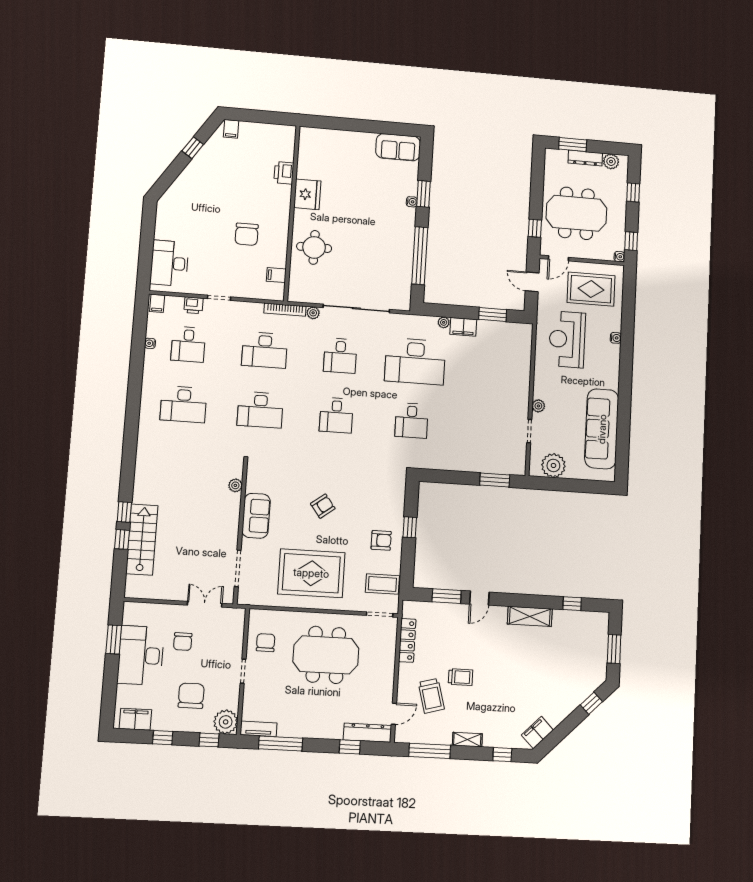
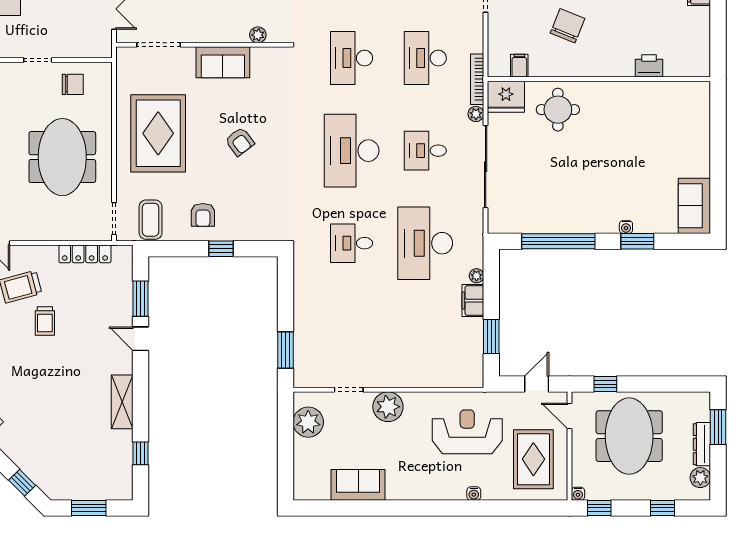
fridge: (307, 194) -> (506, 97), moved
chair: (247, 234) -> (567, 26), turned 112
plant: (538, 406) -> (388, 407), width x1.87, depth x1.87
desk: (336, 415) -> (352, 151), width x1.87, depth x1.30
sofa: (602, 429) -> (358, 485), width x0.54, depth x0.79

